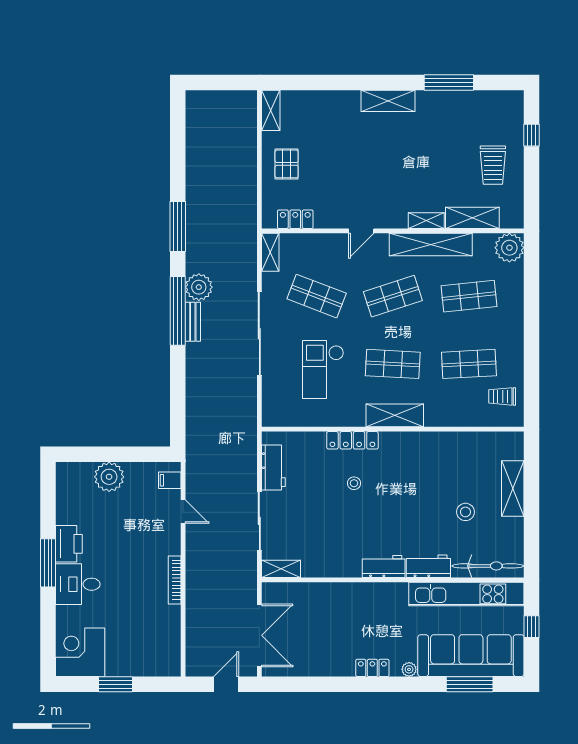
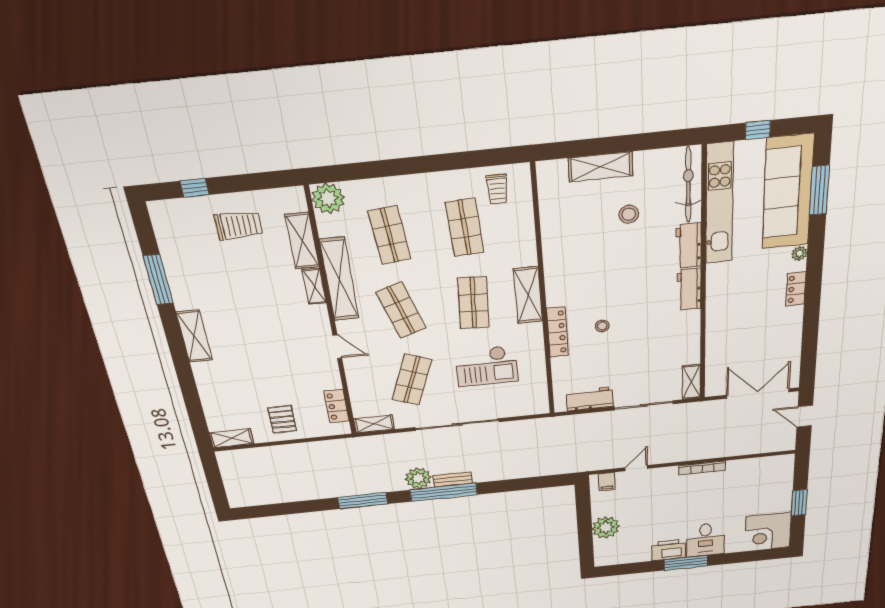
pallet: (287, 164) -> (282, 419), turned 90

